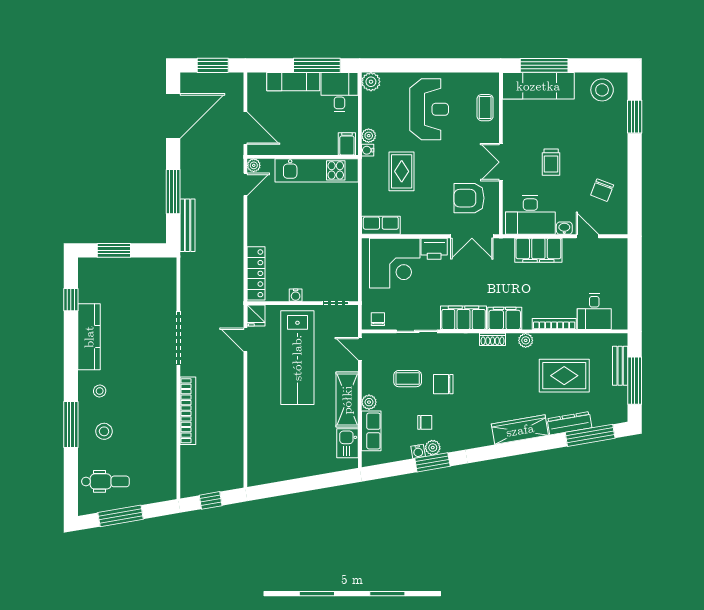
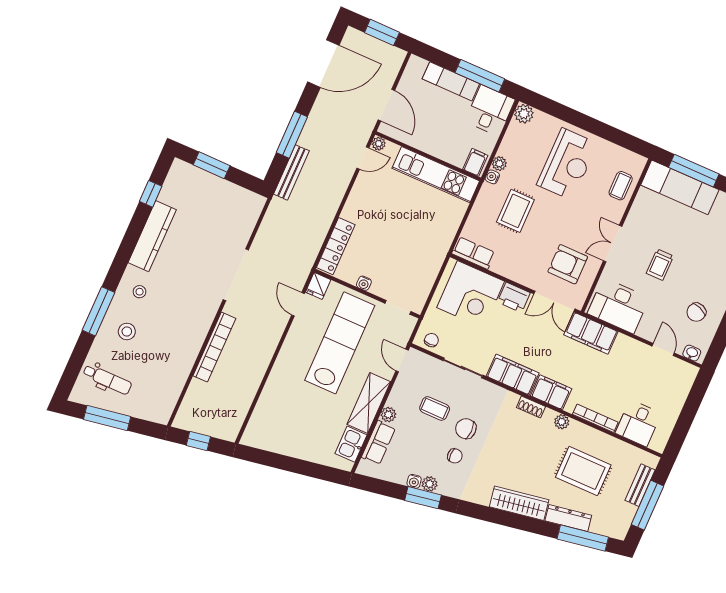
washbasin: (564, 228) -> (692, 353), moved
filing cabinet: (538, 250) -> (591, 333), moved
lab bench: (297, 358) -> (340, 343), turned 180
chair: (425, 422) -> (455, 456), moved

